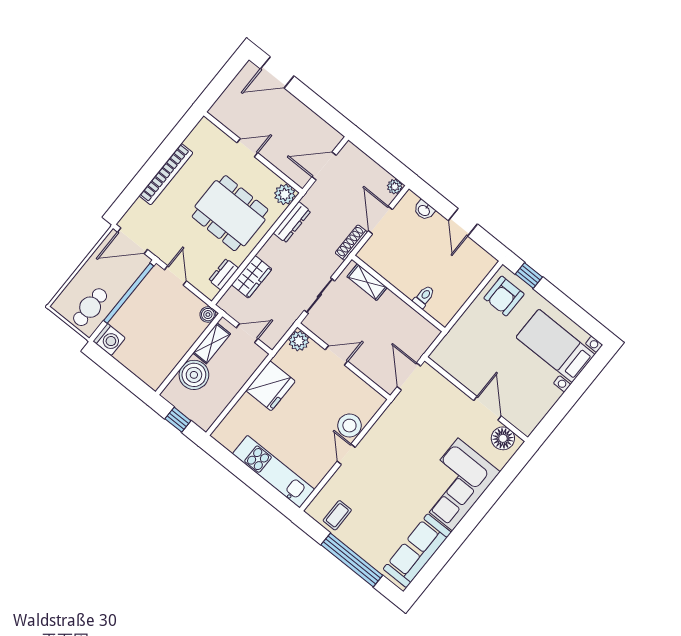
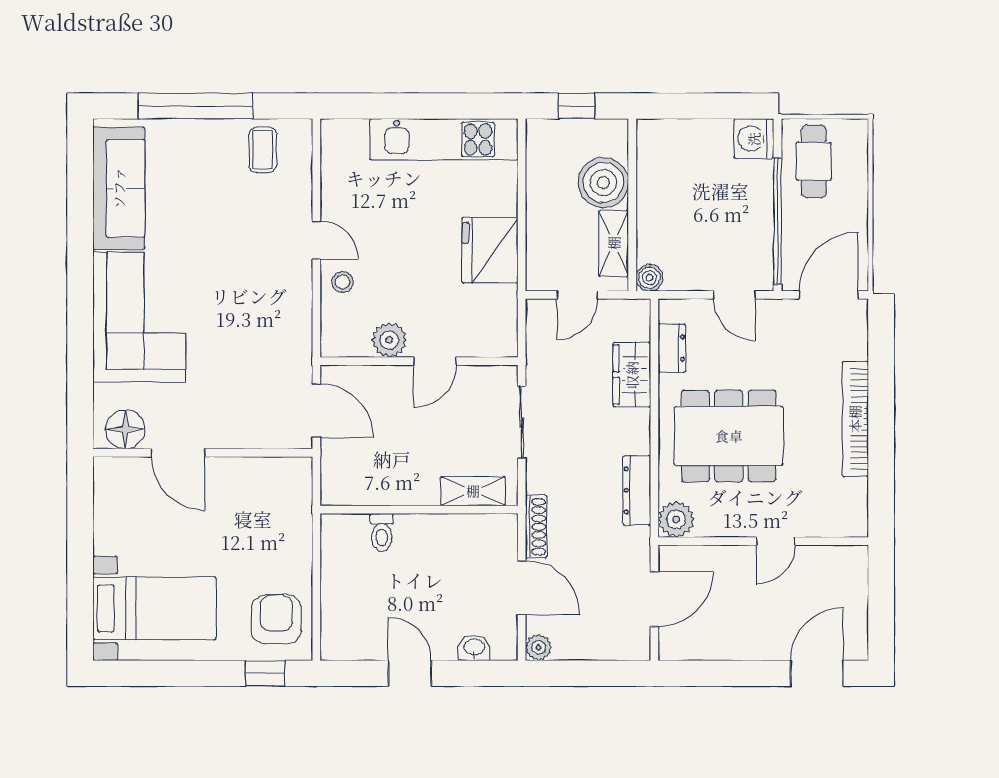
plant: (299, 341) -> (389, 340), moved
stool: (349, 426) -> (343, 282), width x0.53, depth x0.53
kitchen unit: (274, 472) -> (444, 139), moved

